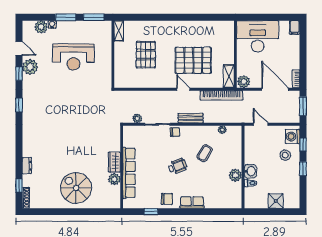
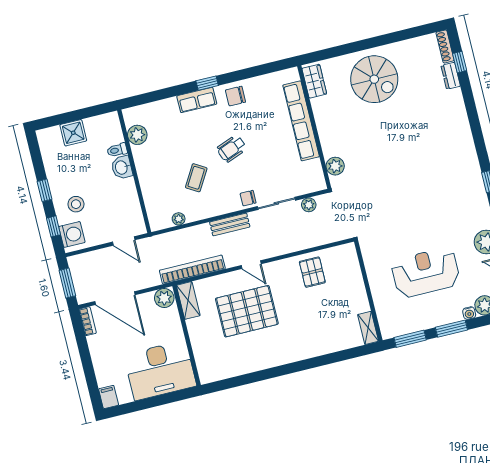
pallet: (146, 55) -> (312, 272), moved, width x0.67, depth x0.71
wardrobe: (114, 162) -> (314, 81), moved
dresser: (27, 166) -> (451, 76), moved
plant: (235, 175) -> (137, 135), moved
plant: (114, 179) -> (335, 166), moved
window: (151, 212) -> (207, 83), moved

